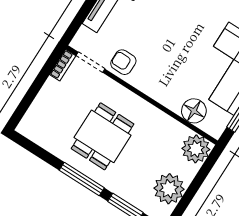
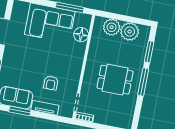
armchair: (123, 62) -> (51, 83), moved
plant: (196, 149) -> (112, 27), moved

